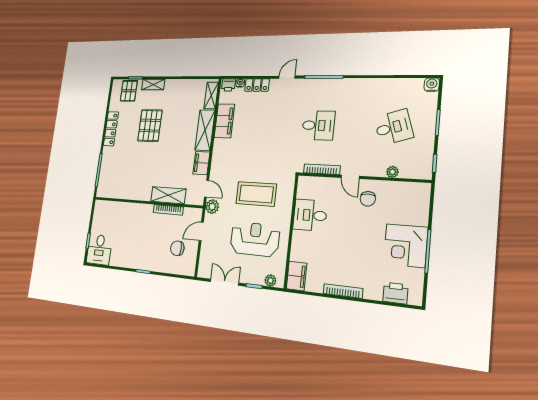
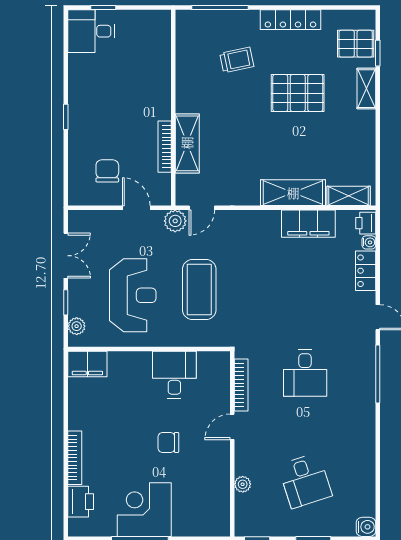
trolley: (127, 162) -> (237, 60), added
filing cabinet: (201, 163) -> (241, 194), removed
chair: (368, 199) -> (168, 442), moved
bookcase: (343, 291) -> (75, 458), moved

